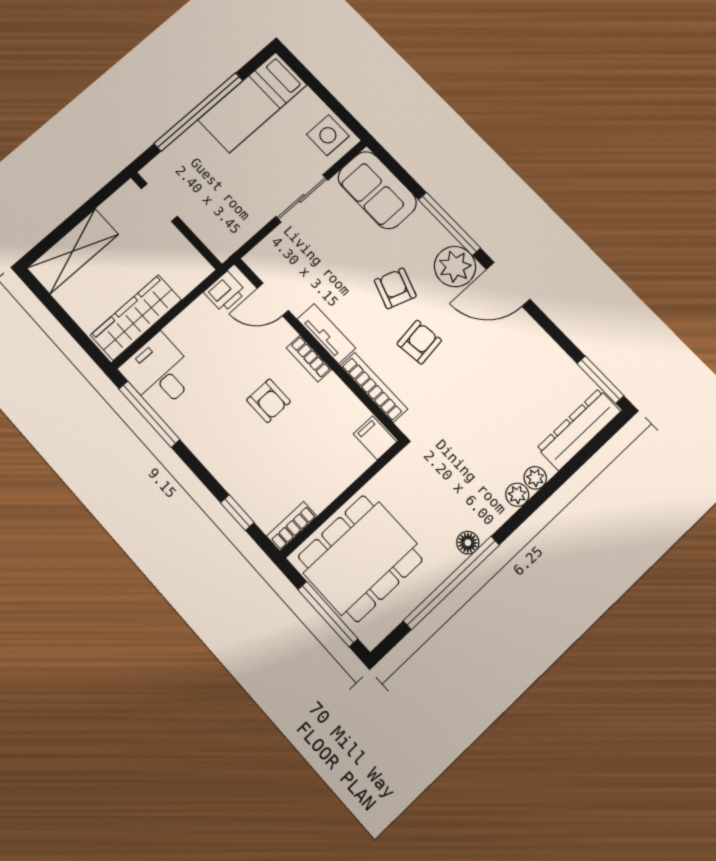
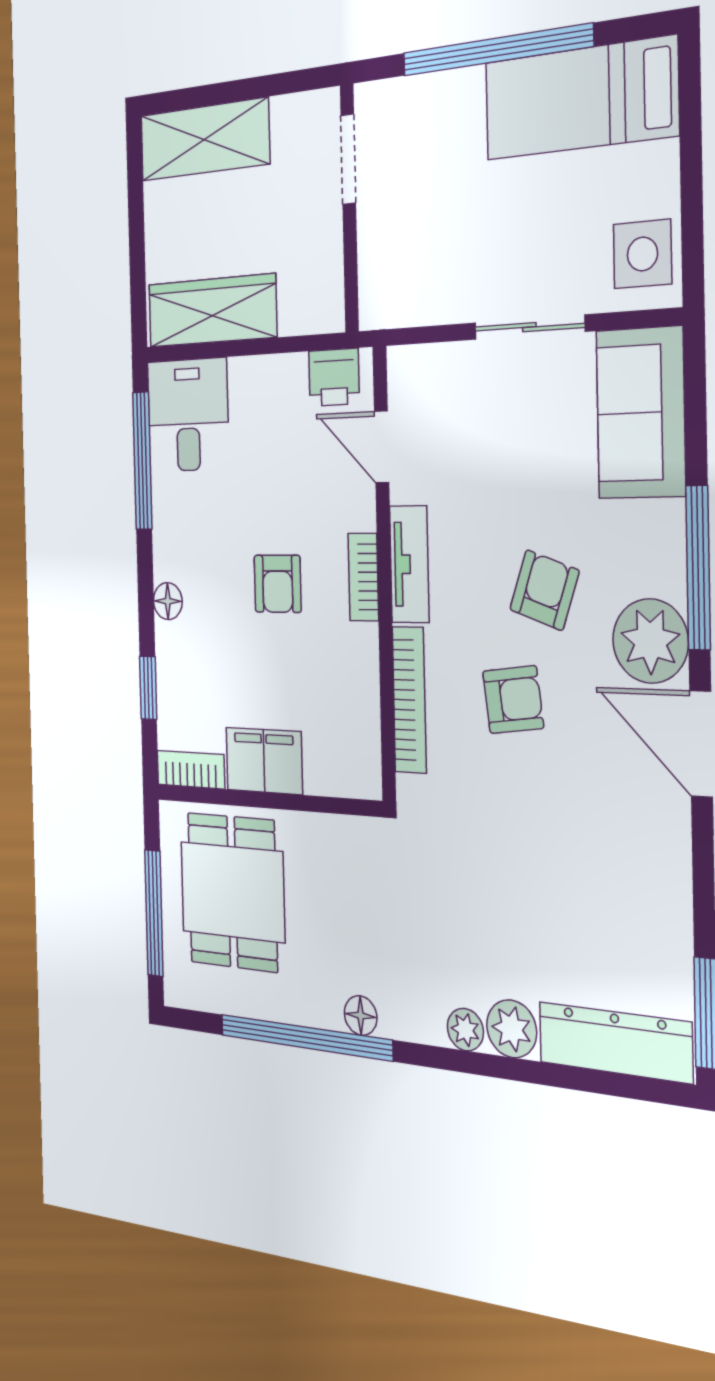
filing cabinet: (375, 438) -> (264, 761), moved, width x2.00
floor lamp: (216, 463) -> (168, 601), added
plant: (535, 478) -> (512, 1029), width x1.38, depth x1.38
dining table: (360, 558) -> (232, 892), width x0.73

